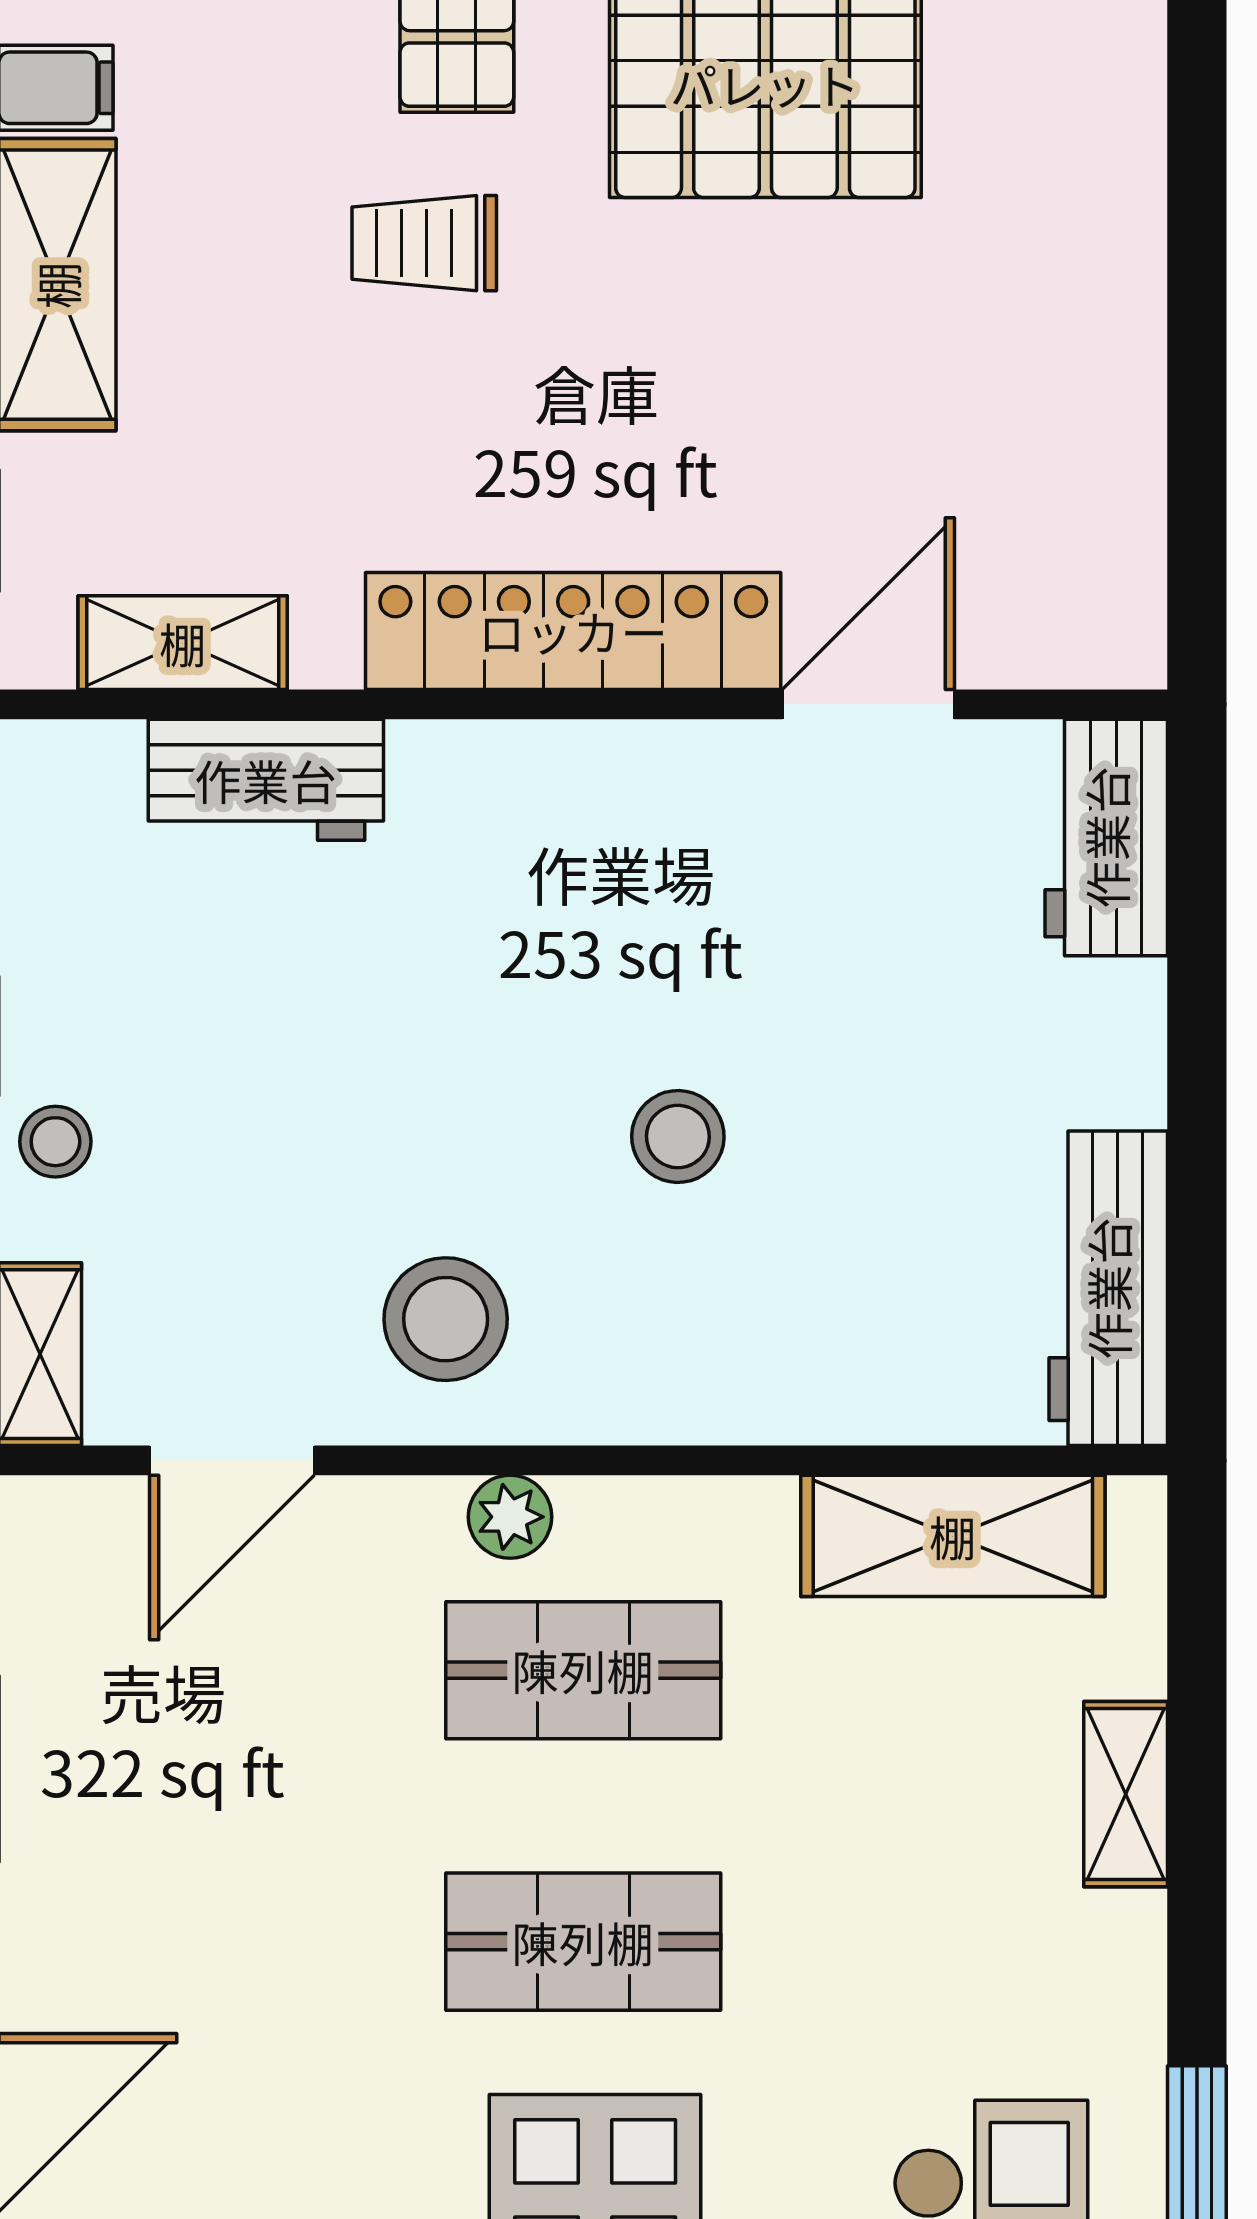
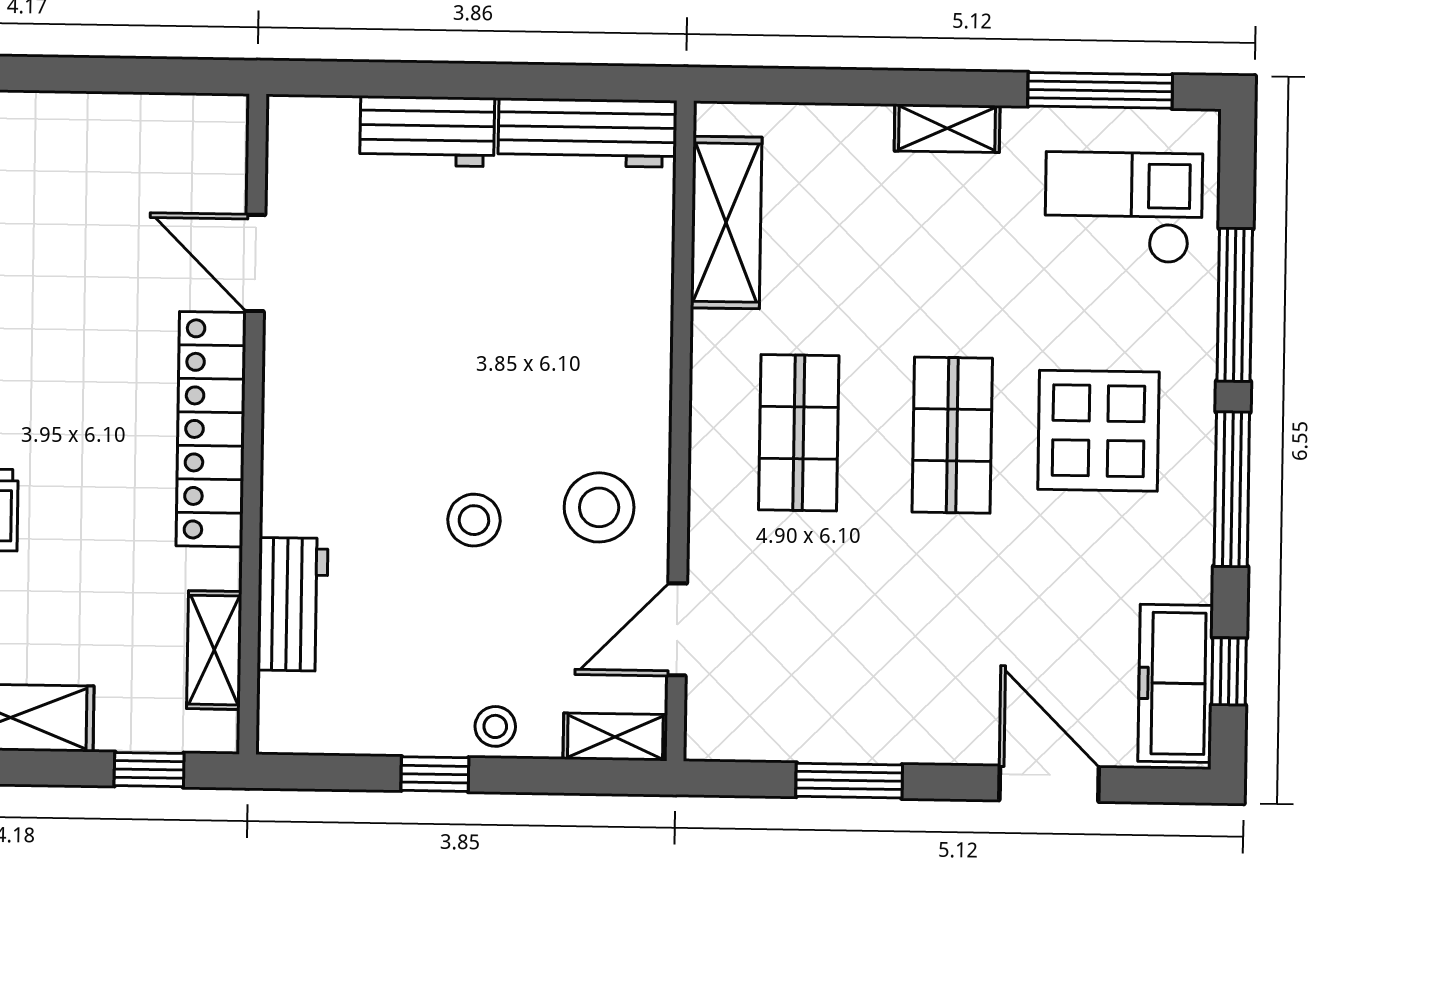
workbench: (1106, 837) -> (427, 131), moved
stool: (678, 1137) -> (474, 520), moved
door: (232, 1460) -> (677, 629), swing flipped
plant: (510, 1517) -> (711, 473), removed
shelving: (1126, 1794) -> (947, 128), moved

